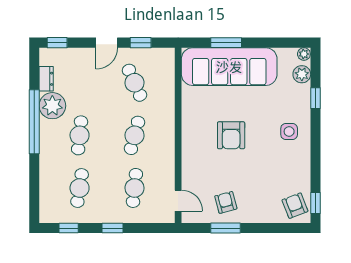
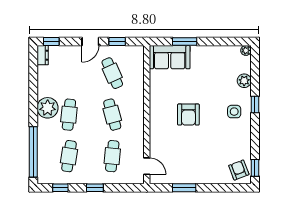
sofa: (229, 67) -> (170, 57), width x0.54, depth x0.79
plant: (302, 74) -> (244, 81), moved
dresser: (46, 79) -> (43, 55), moved
window: (315, 98) -> (255, 105), moved
plant: (52, 106) -> (48, 108), moved
window: (34, 122) -> (33, 152), moved
cafe table: (134, 135) -> (112, 115), turned -30
armchair: (226, 202) -> (184, 168), removed

